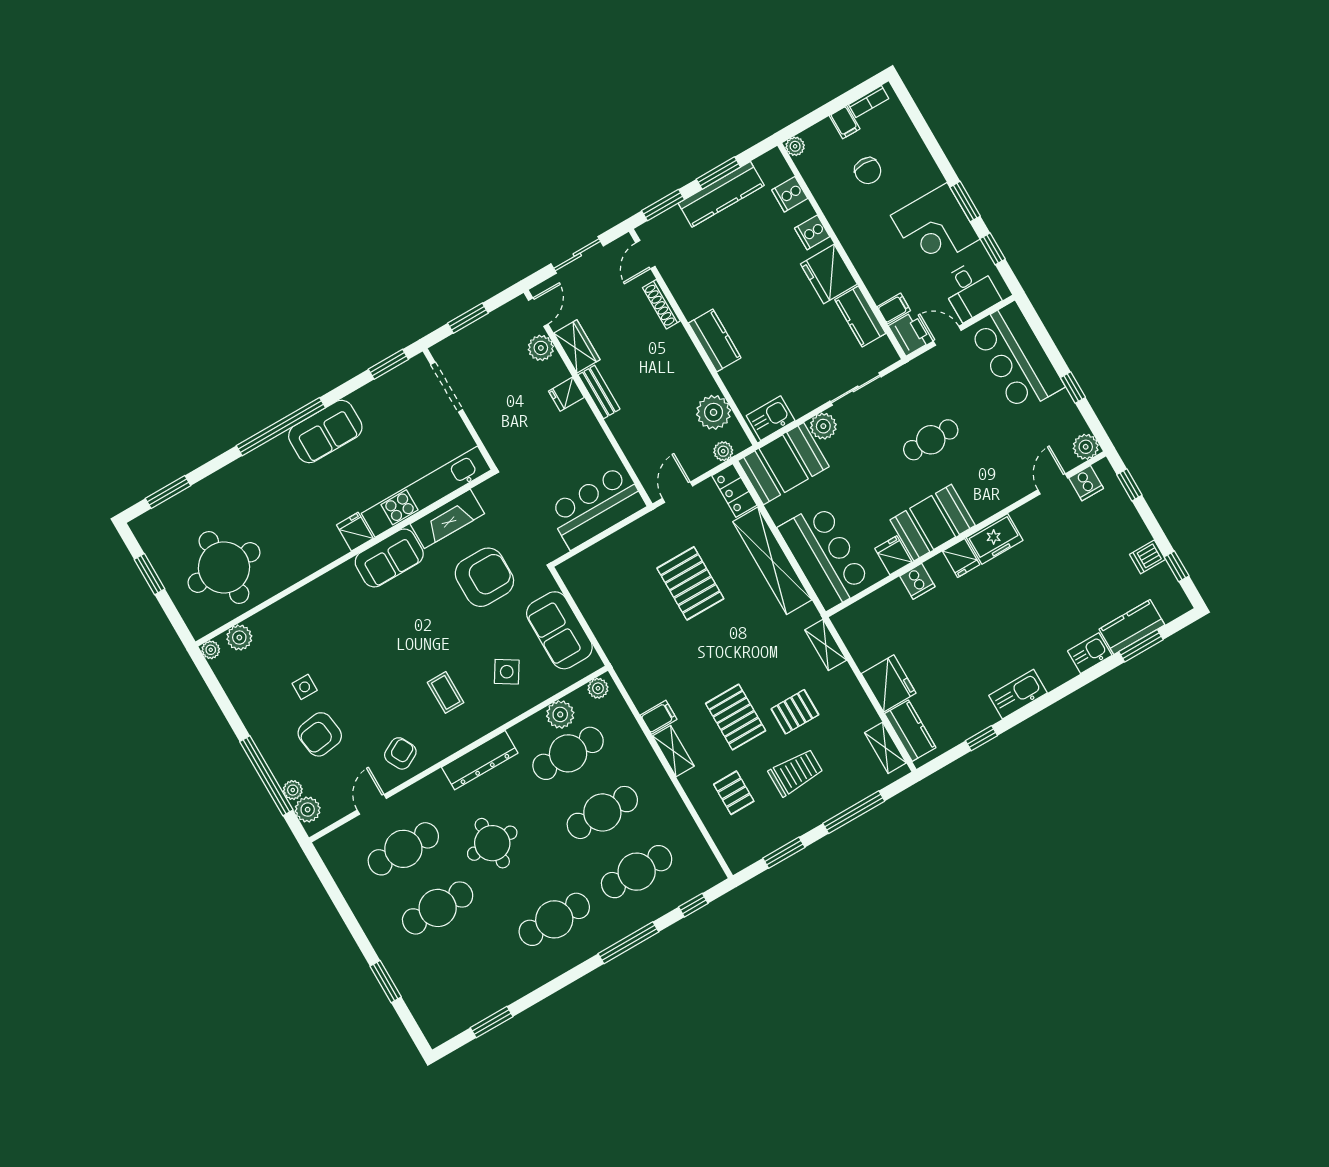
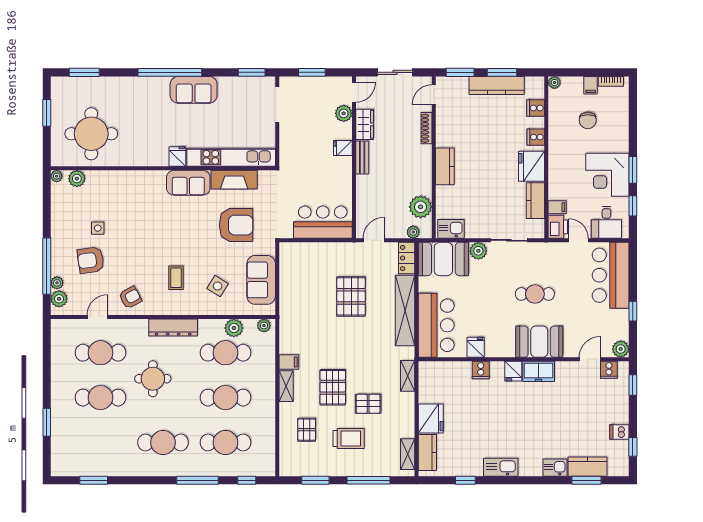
booth: (933, 523) -> (539, 342), moved

